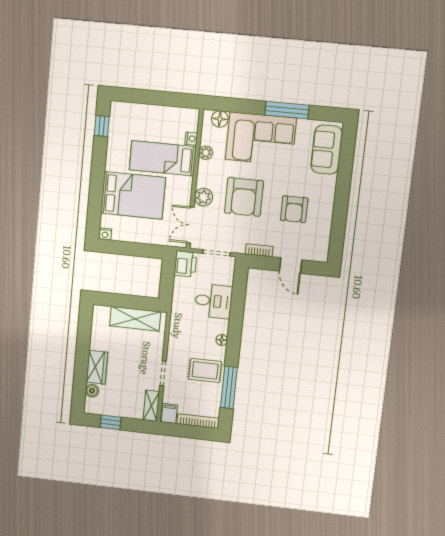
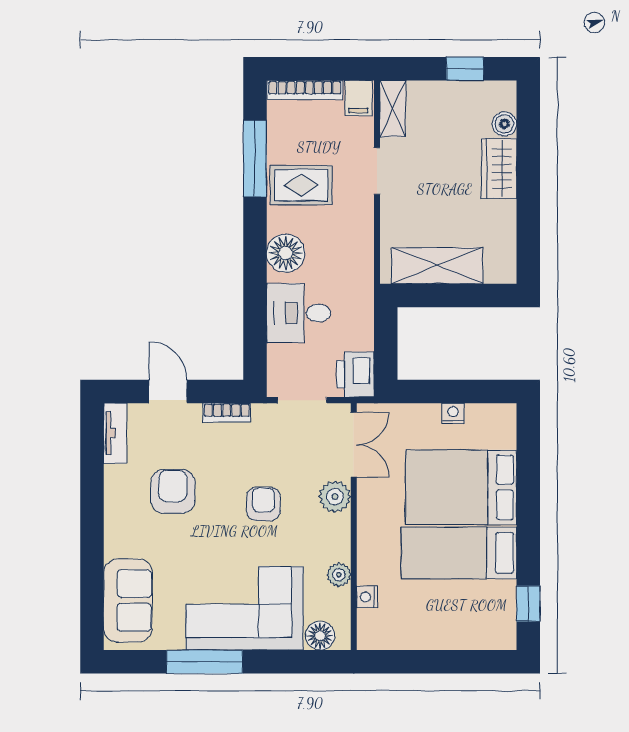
bed: (163, 158) -> (459, 553), moved, turned 180
armchair: (244, 197) -> (263, 504), width x0.53, depth x0.53
nightstand: (105, 234) -> (453, 413), moved
tv unit: (323, 245) -> (115, 433), added
floor lamp: (222, 340) -> (286, 253), width x1.89, depth x1.89

